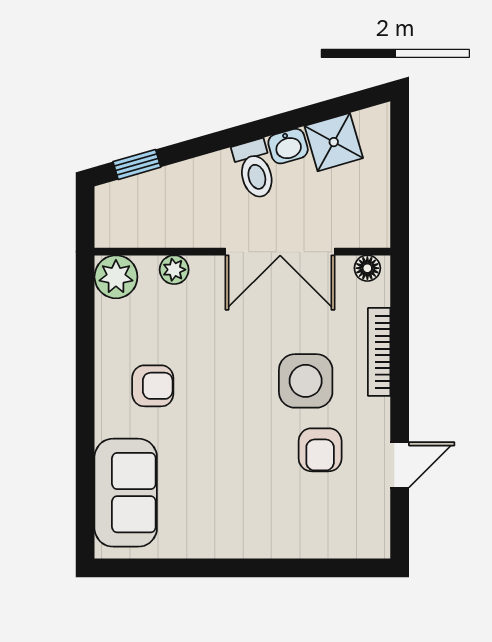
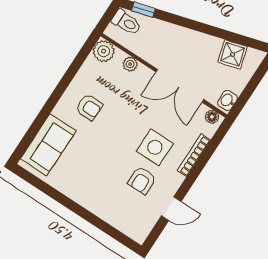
washbasin: (288, 146) -> (227, 101), moved, turned 106
toilet: (255, 169) -> (126, 22), moved, turned -74

